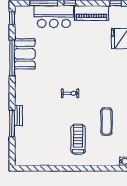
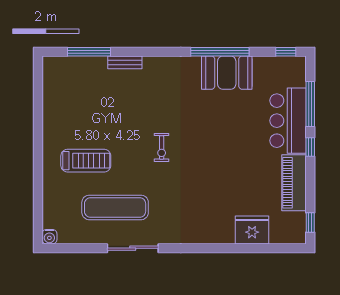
exercise mat: (106, 121) -> (115, 207), width x1.36, depth x1.45
window: (12, 124) -> (89, 52), moved

